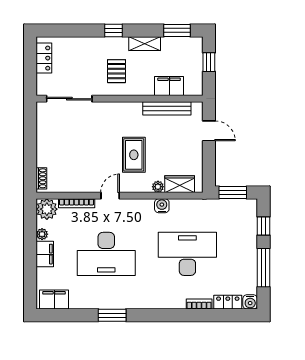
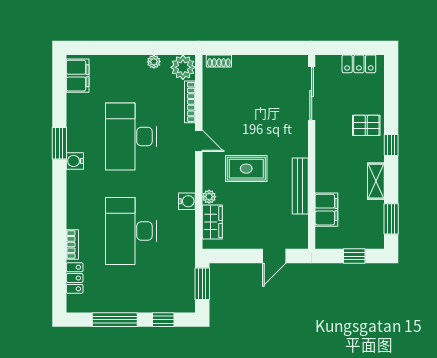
pallet: (116, 71) -> (366, 125), moved
bench: (167, 108) -> (300, 186), moved
filing cabinet: (45, 254) -> (131, 65), removed
desk: (187, 254) -> (131, 231), turned 180
water cooler: (250, 302) -> (75, 161), moved

